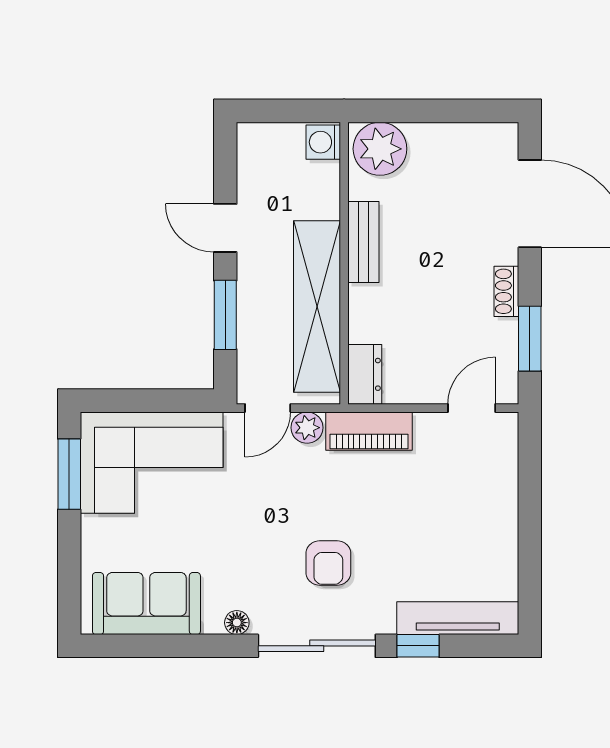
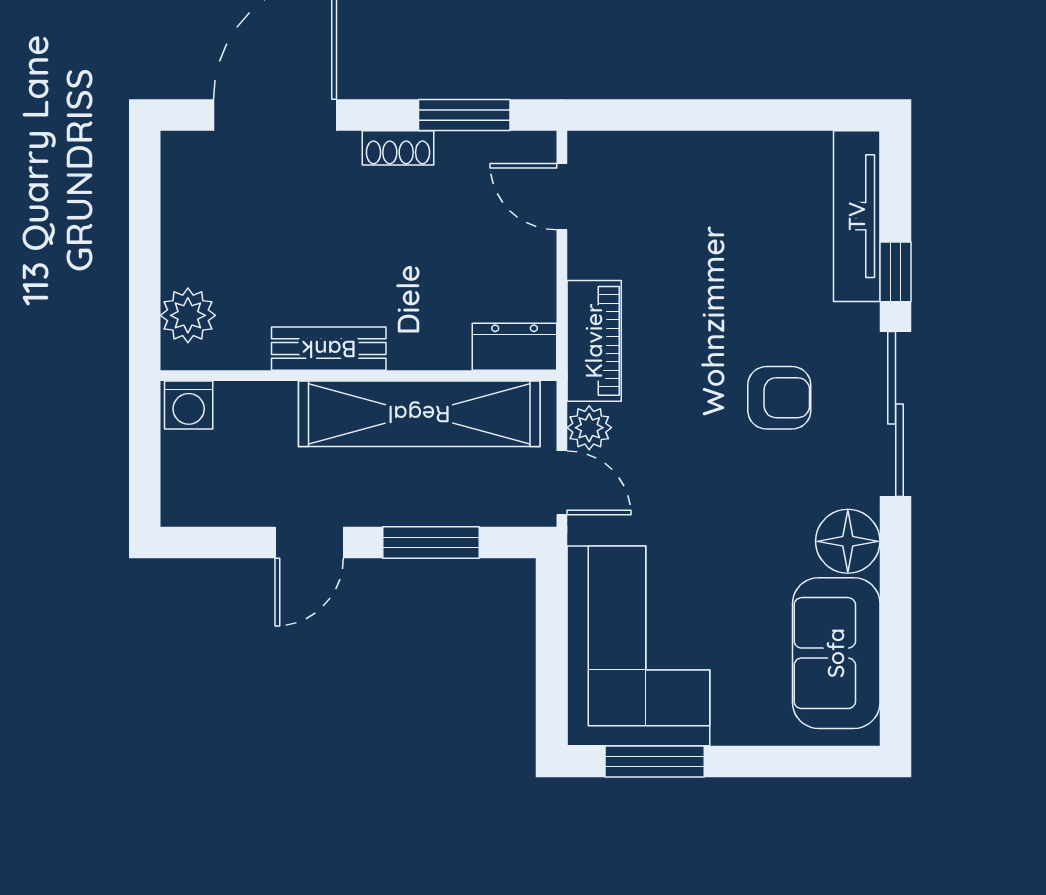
plant: (380, 149) -> (188, 315), width x0.73, depth x0.73
floor lamp: (237, 623) -> (848, 541), width x1.89, depth x1.89

